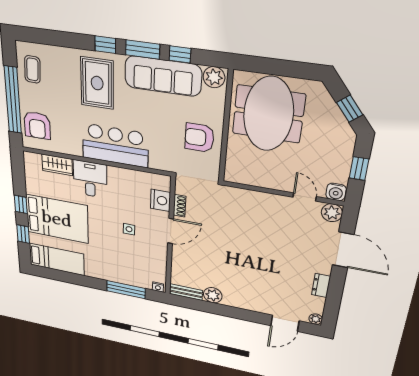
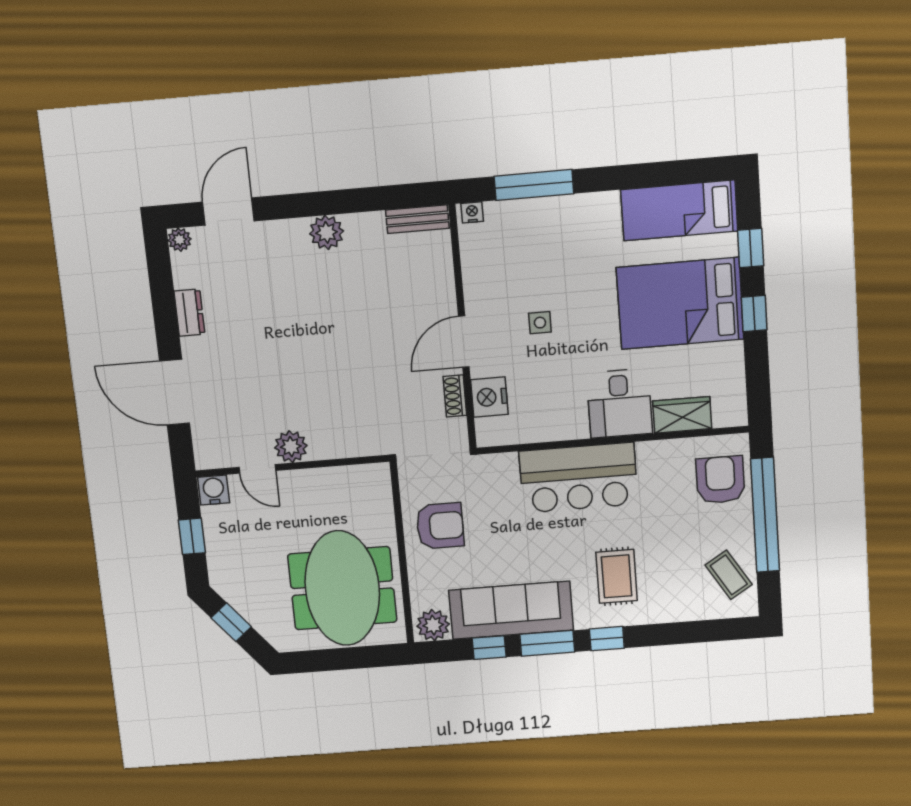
coffee table: (32, 69) -> (729, 575), turned -35
rug: (97, 83) -> (617, 576), width x0.73, depth x0.70
plant: (332, 213) -> (291, 447), moved
plant: (213, 295) -> (327, 232), moved

